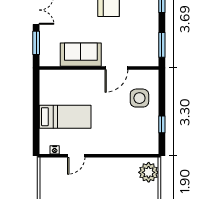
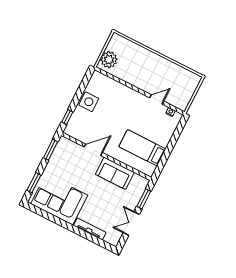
side table: (139, 98) -> (89, 102), moved
bed: (65, 117) -> (142, 148), moved
window: (162, 124) -> (67, 117), moved

